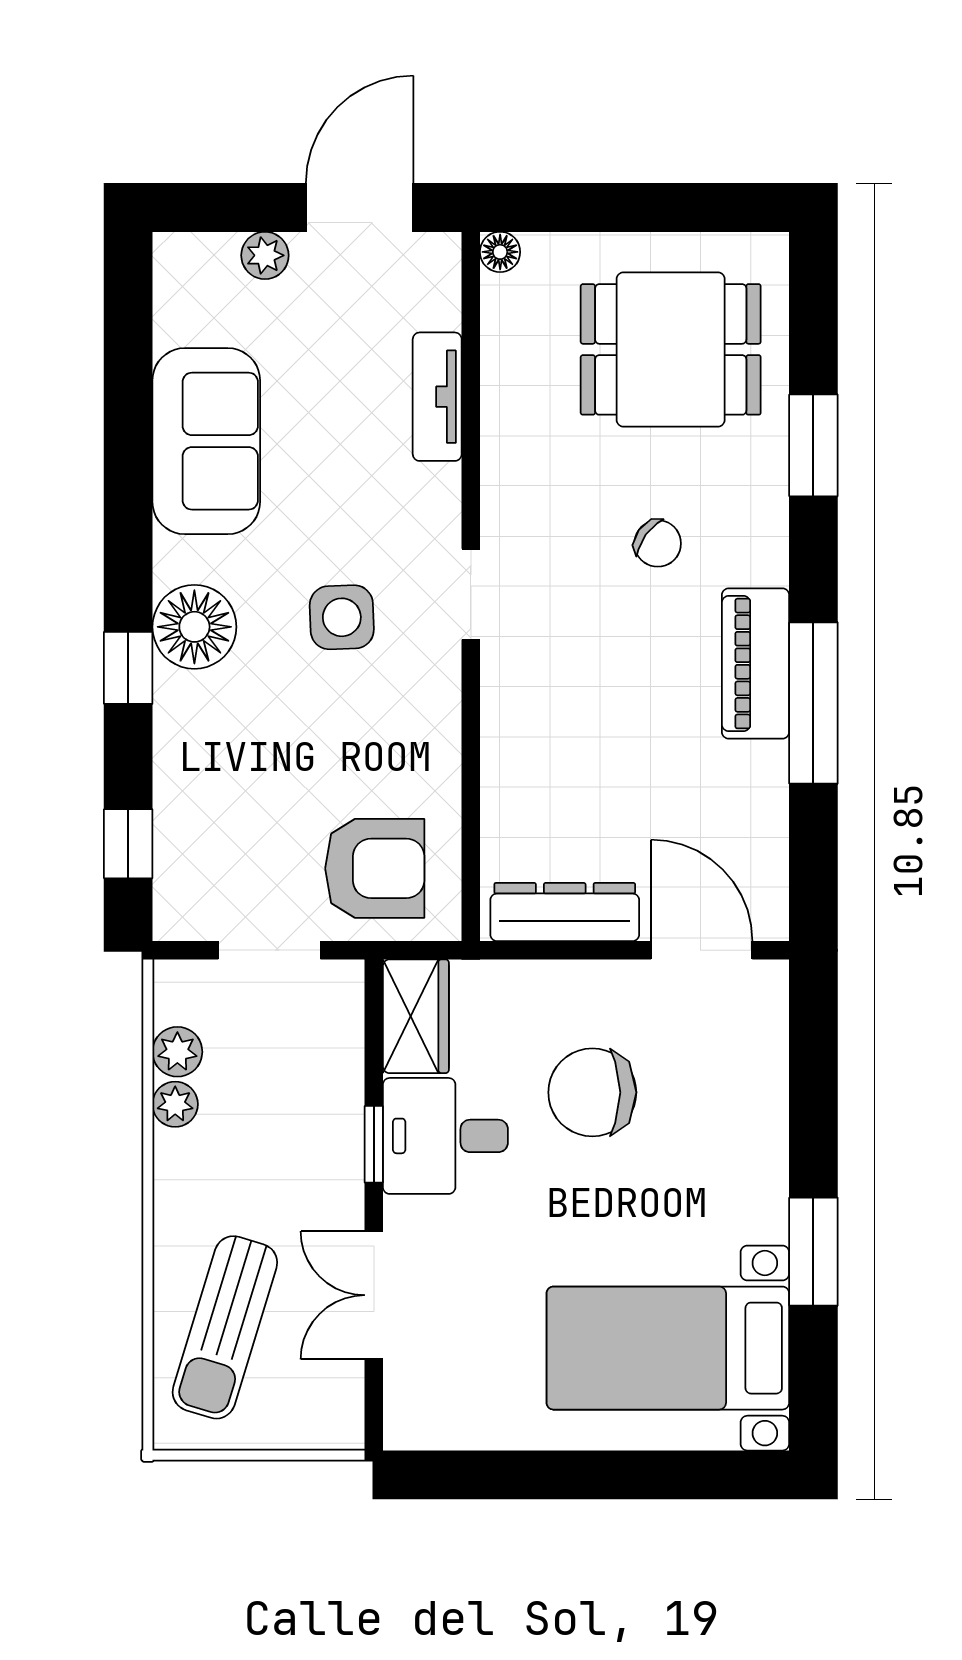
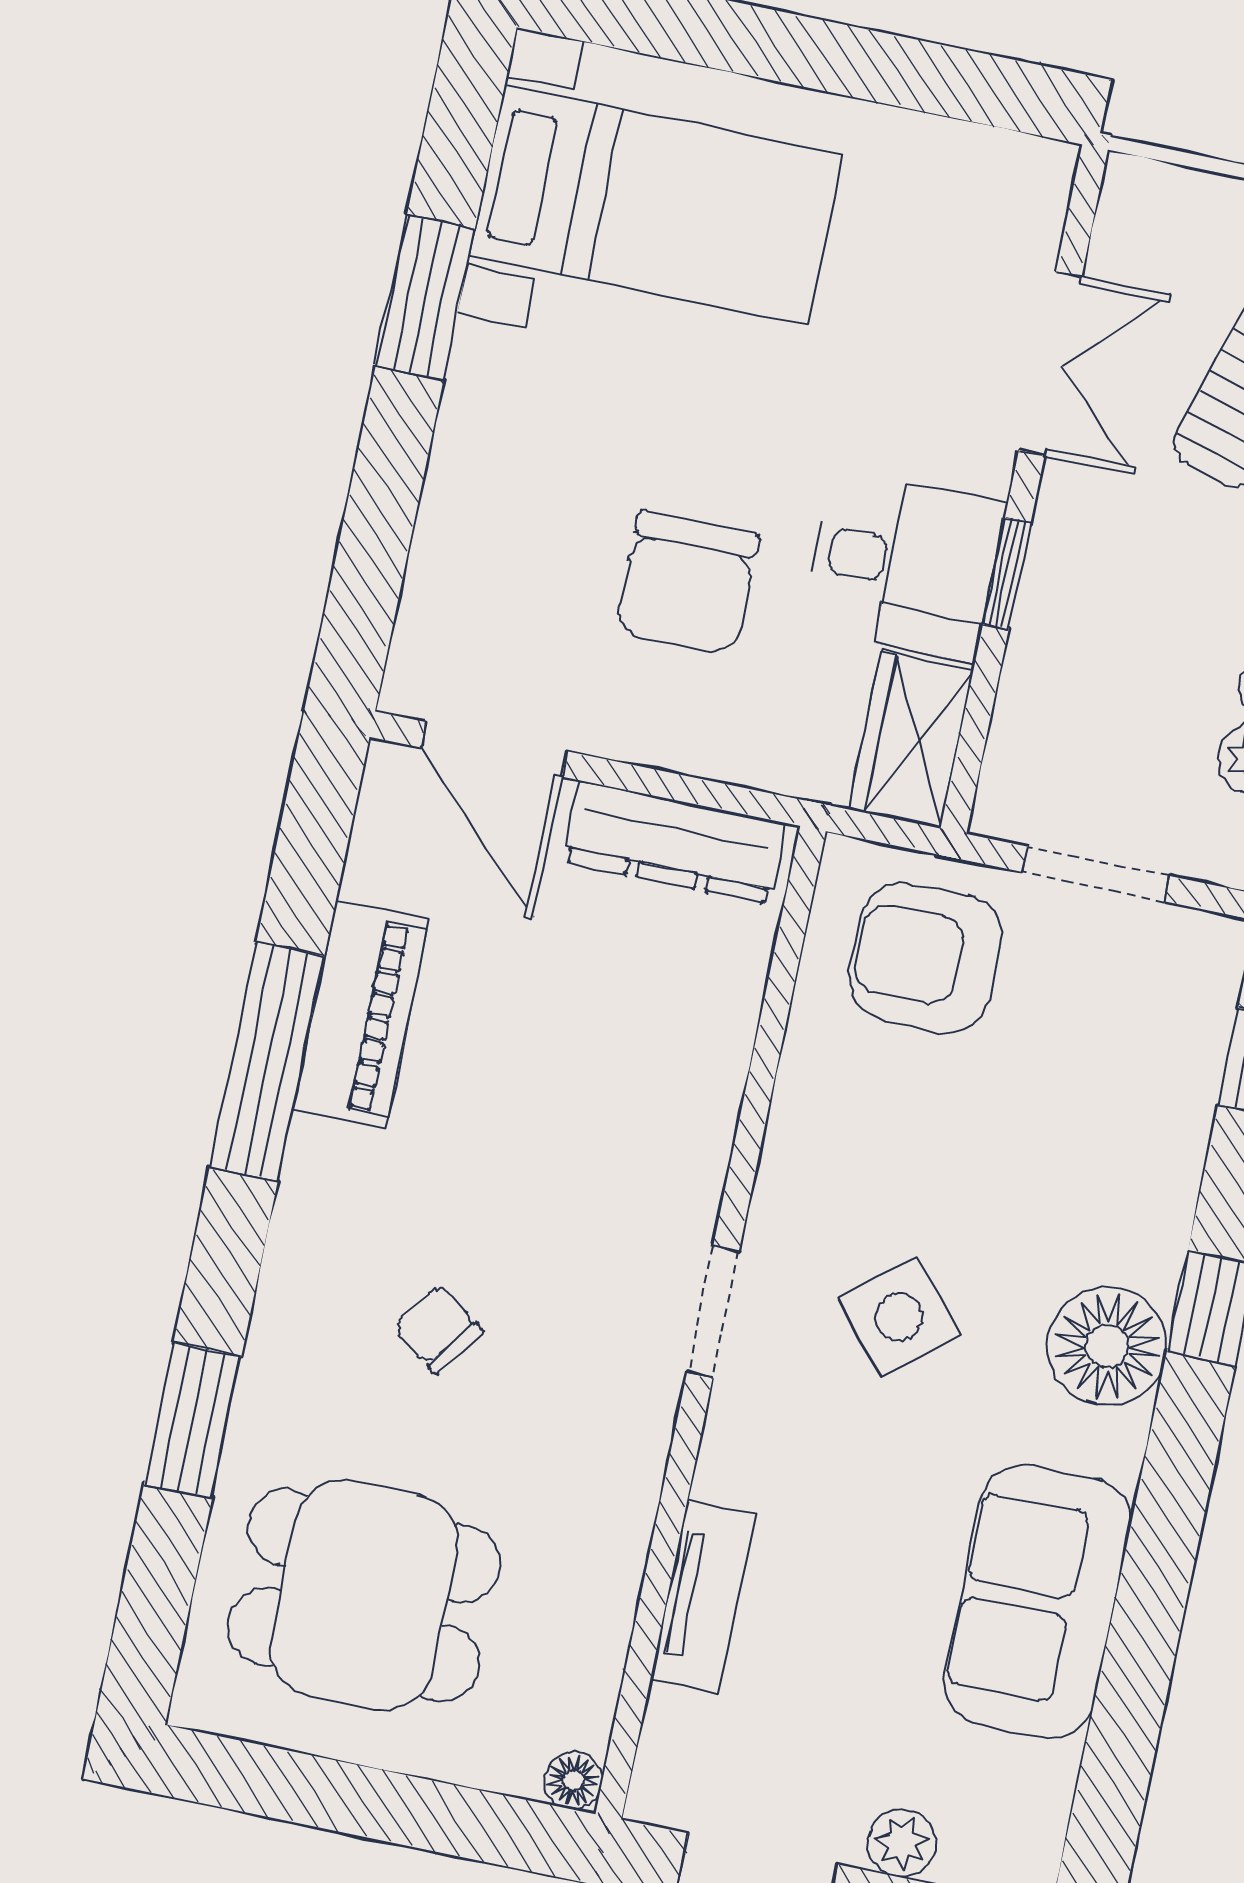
side table: (342, 617) -> (899, 1317), turned -38
piano: (756, 664) -> (361, 1014), moved
chair: (592, 1092) -> (687, 583), turned 90

